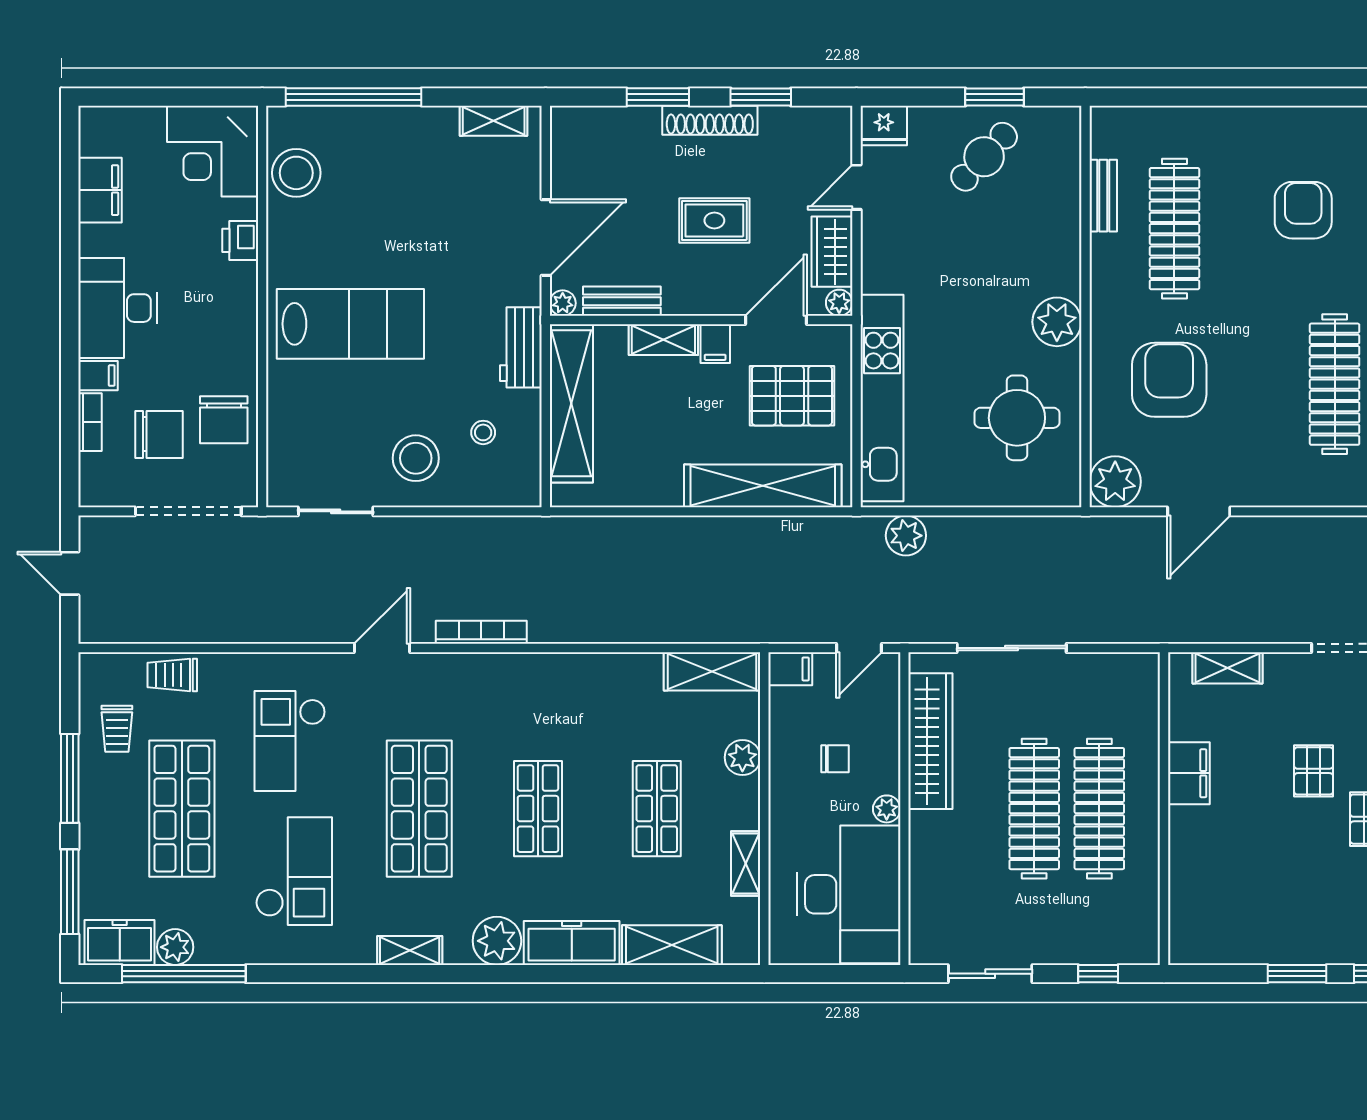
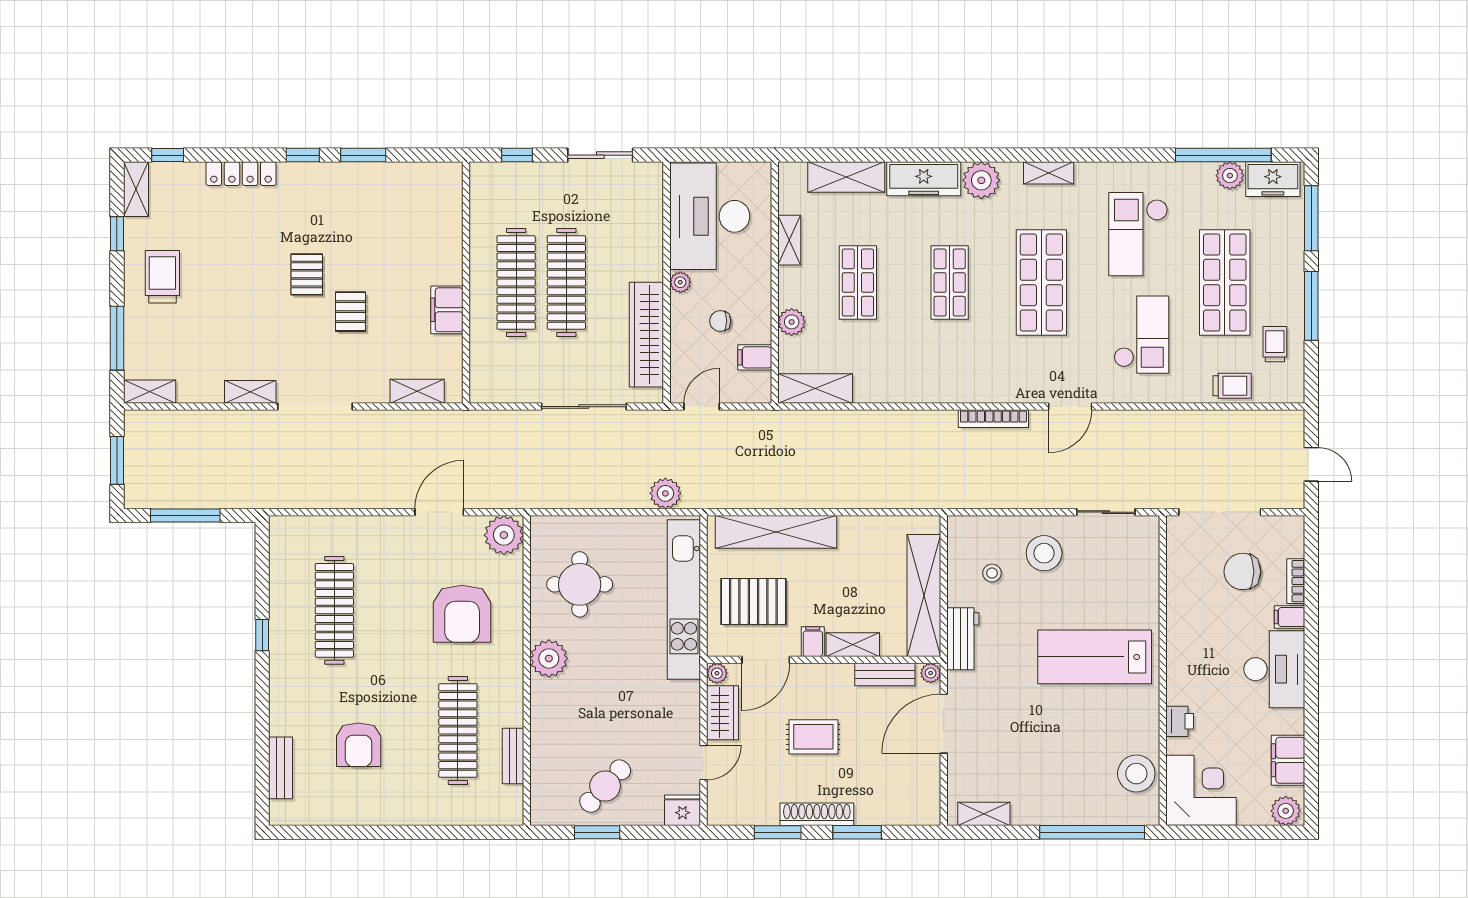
plant: (103, 125) -> (1286, 811), added
chair: (224, 420) -> (1192, 583), removed
filing cabinet: (790, 669) -> (755, 357), moved

